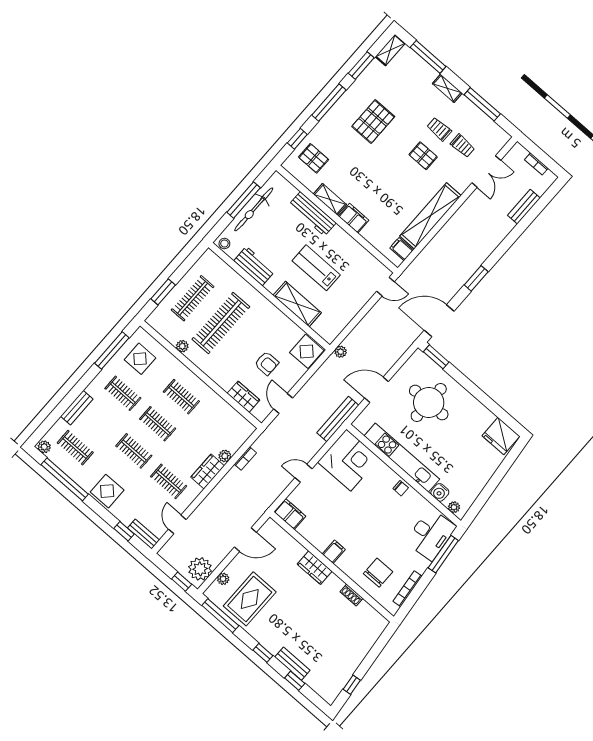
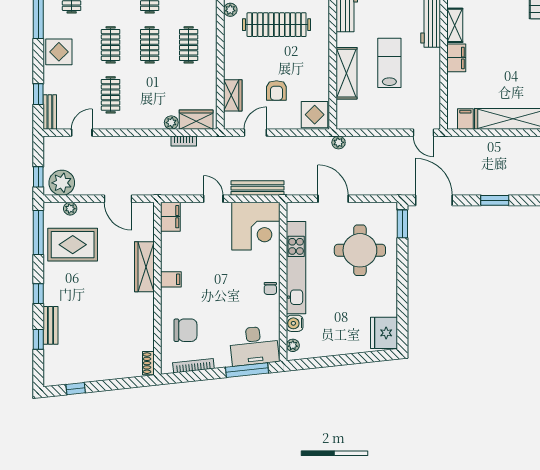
bench: (338, 419) -> (257, 188), moved
wardrobe: (208, 471) -> (196, 120), moved
wardrobe: (315, 568) -> (144, 267), width x1.50
shoe rack: (351, 595) -> (148, 363), moved

